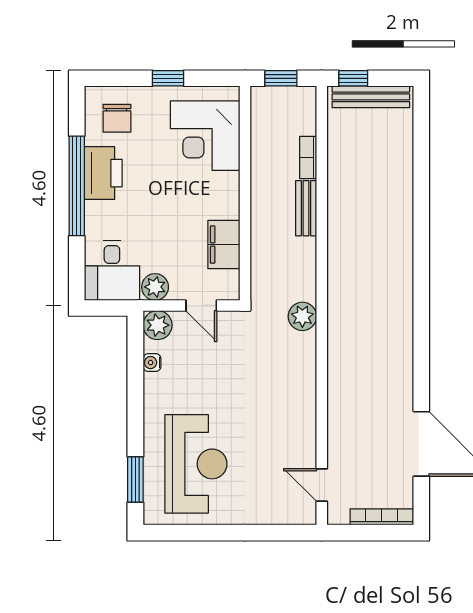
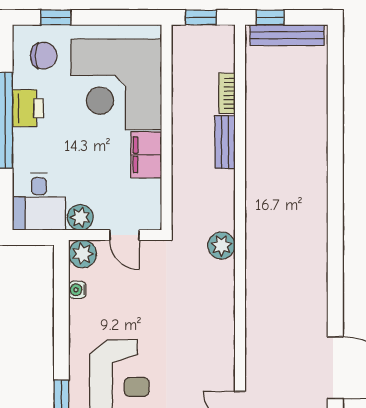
window: (168, 78) -> (56, 17), moved
chair: (117, 118) -> (44, 56), turned -90
corner desk: (205, 136) -> (116, 84), width x1.36, depth x1.36
printer: (103, 173) -> (28, 108), width x0.73, depth x0.84
filing cabinet: (224, 245) -> (146, 155), moved

